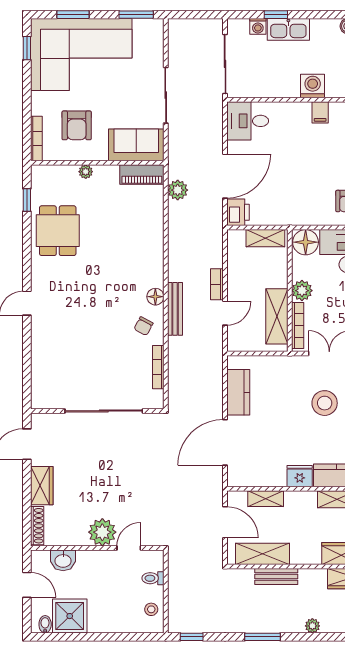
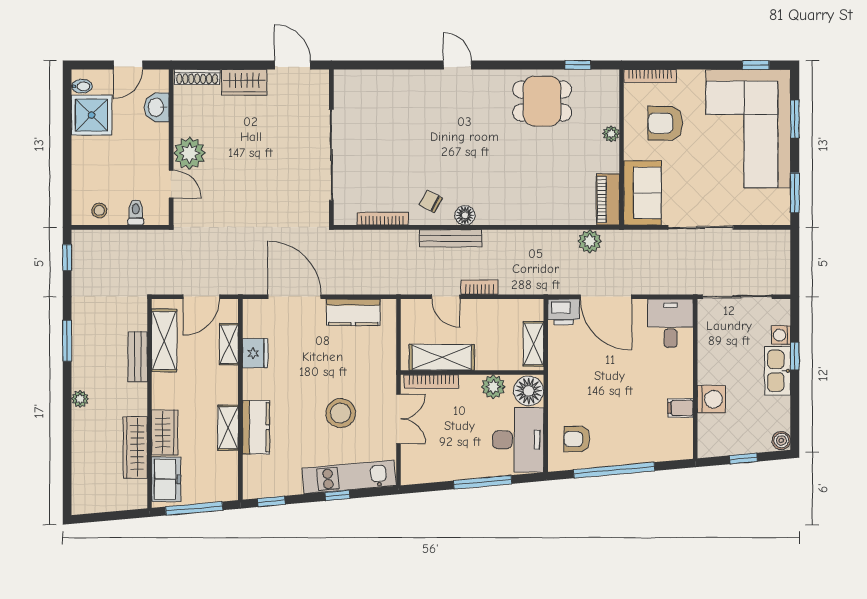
plant: (302, 291) -> (493, 387), moved
fridge: (300, 476) -> (255, 353), moved

